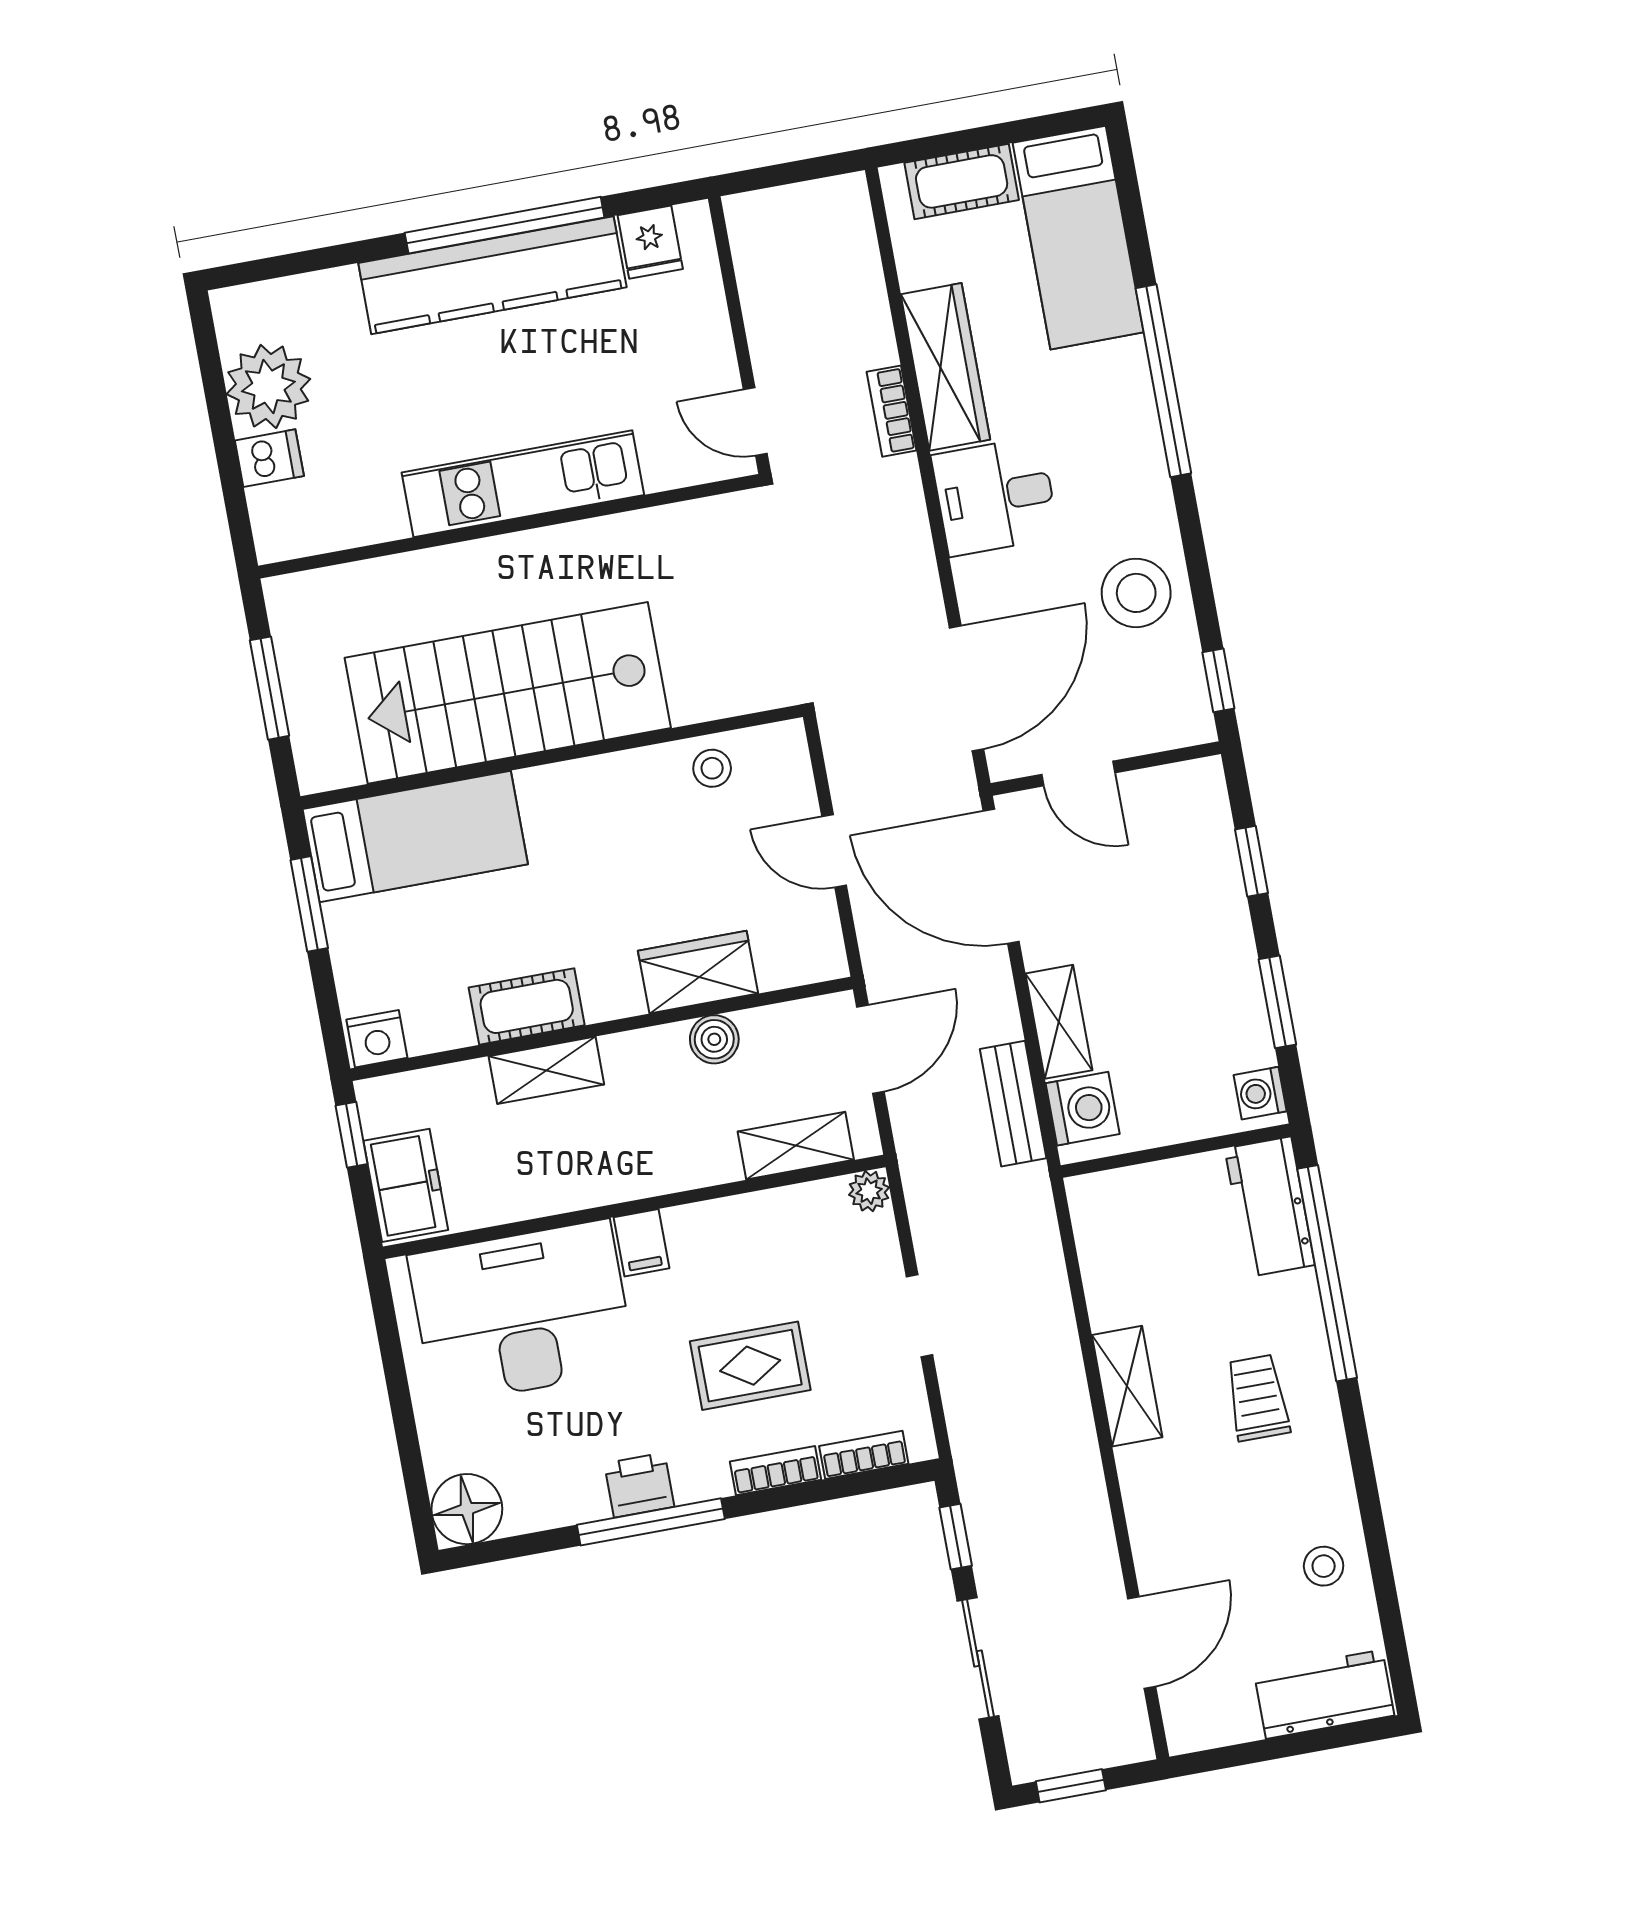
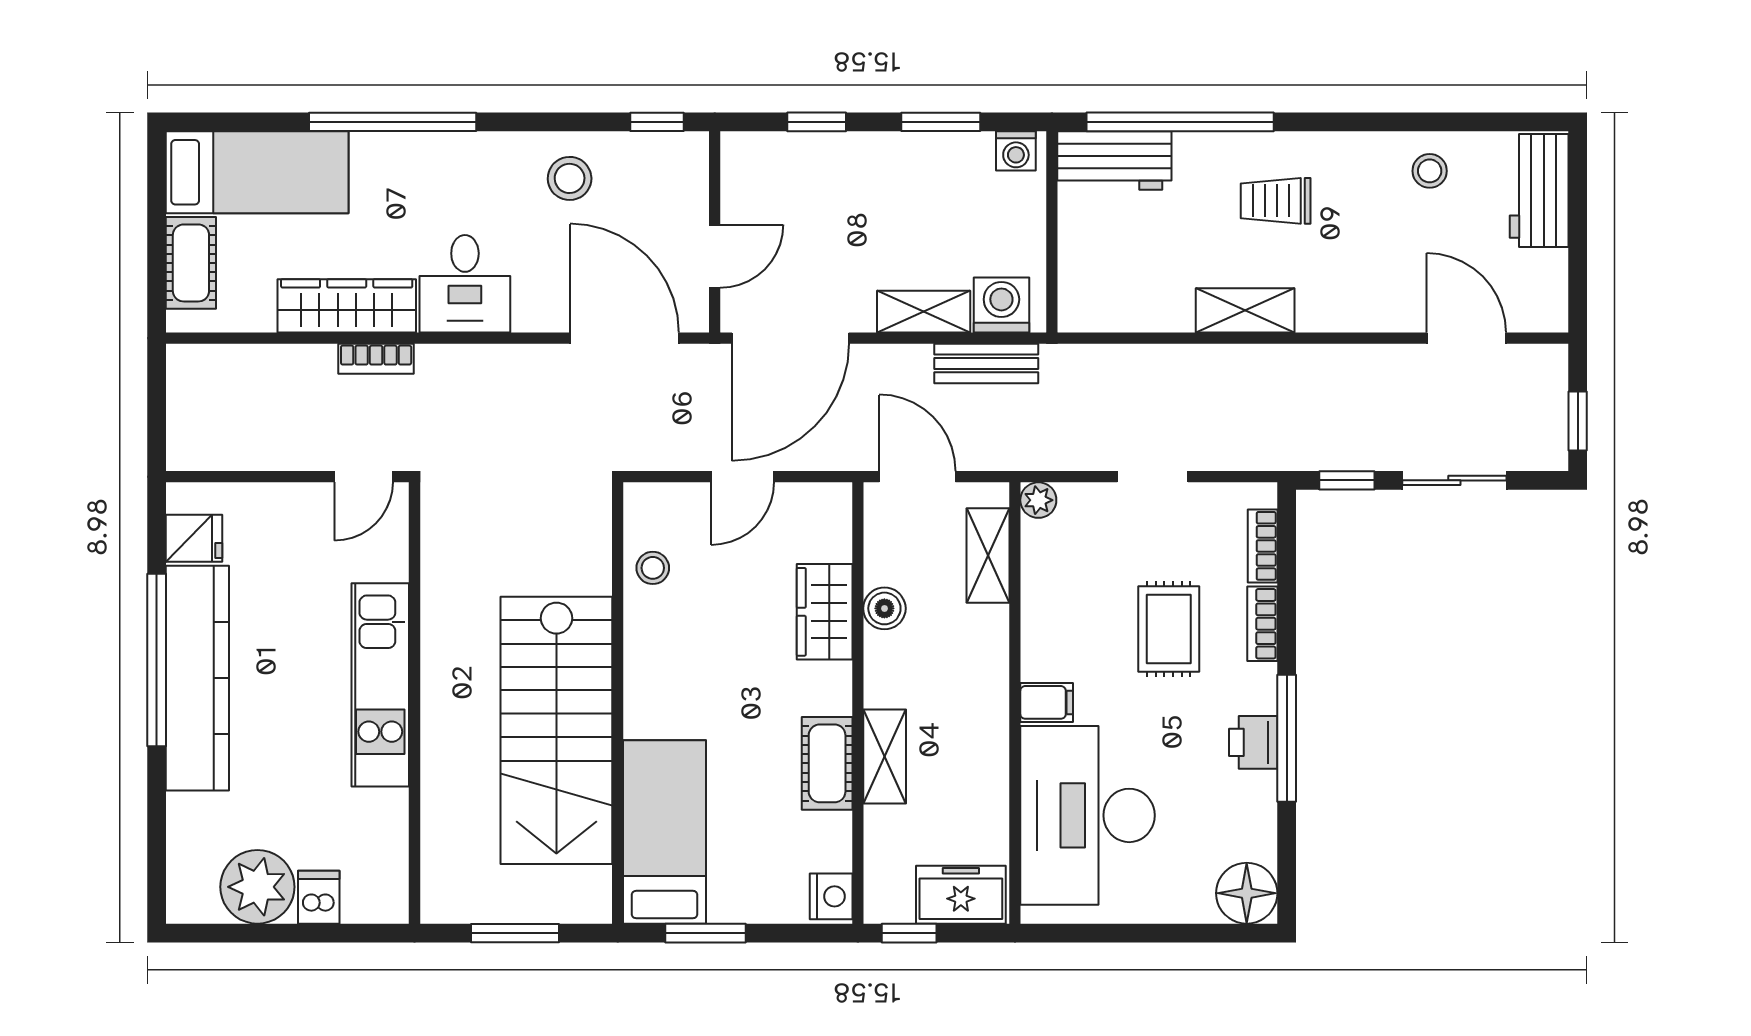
stool: (1136, 593) -> (570, 178), width x0.73, depth x0.73

